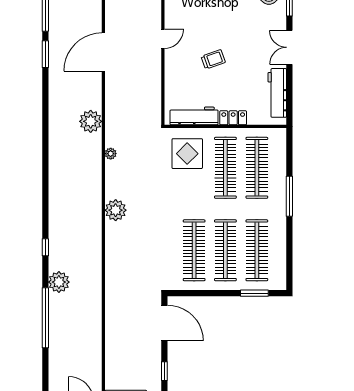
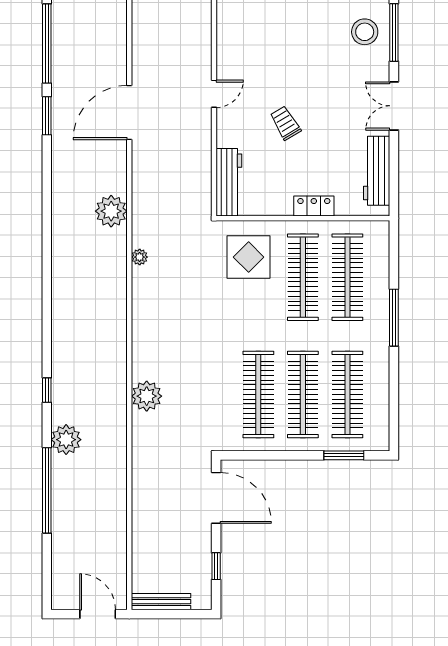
trolley: (213, 59) -> (285, 123), turned -102
workbench: (194, 116) -> (229, 182), moved, turned 90
plant: (116, 210) -> (147, 396), moved

